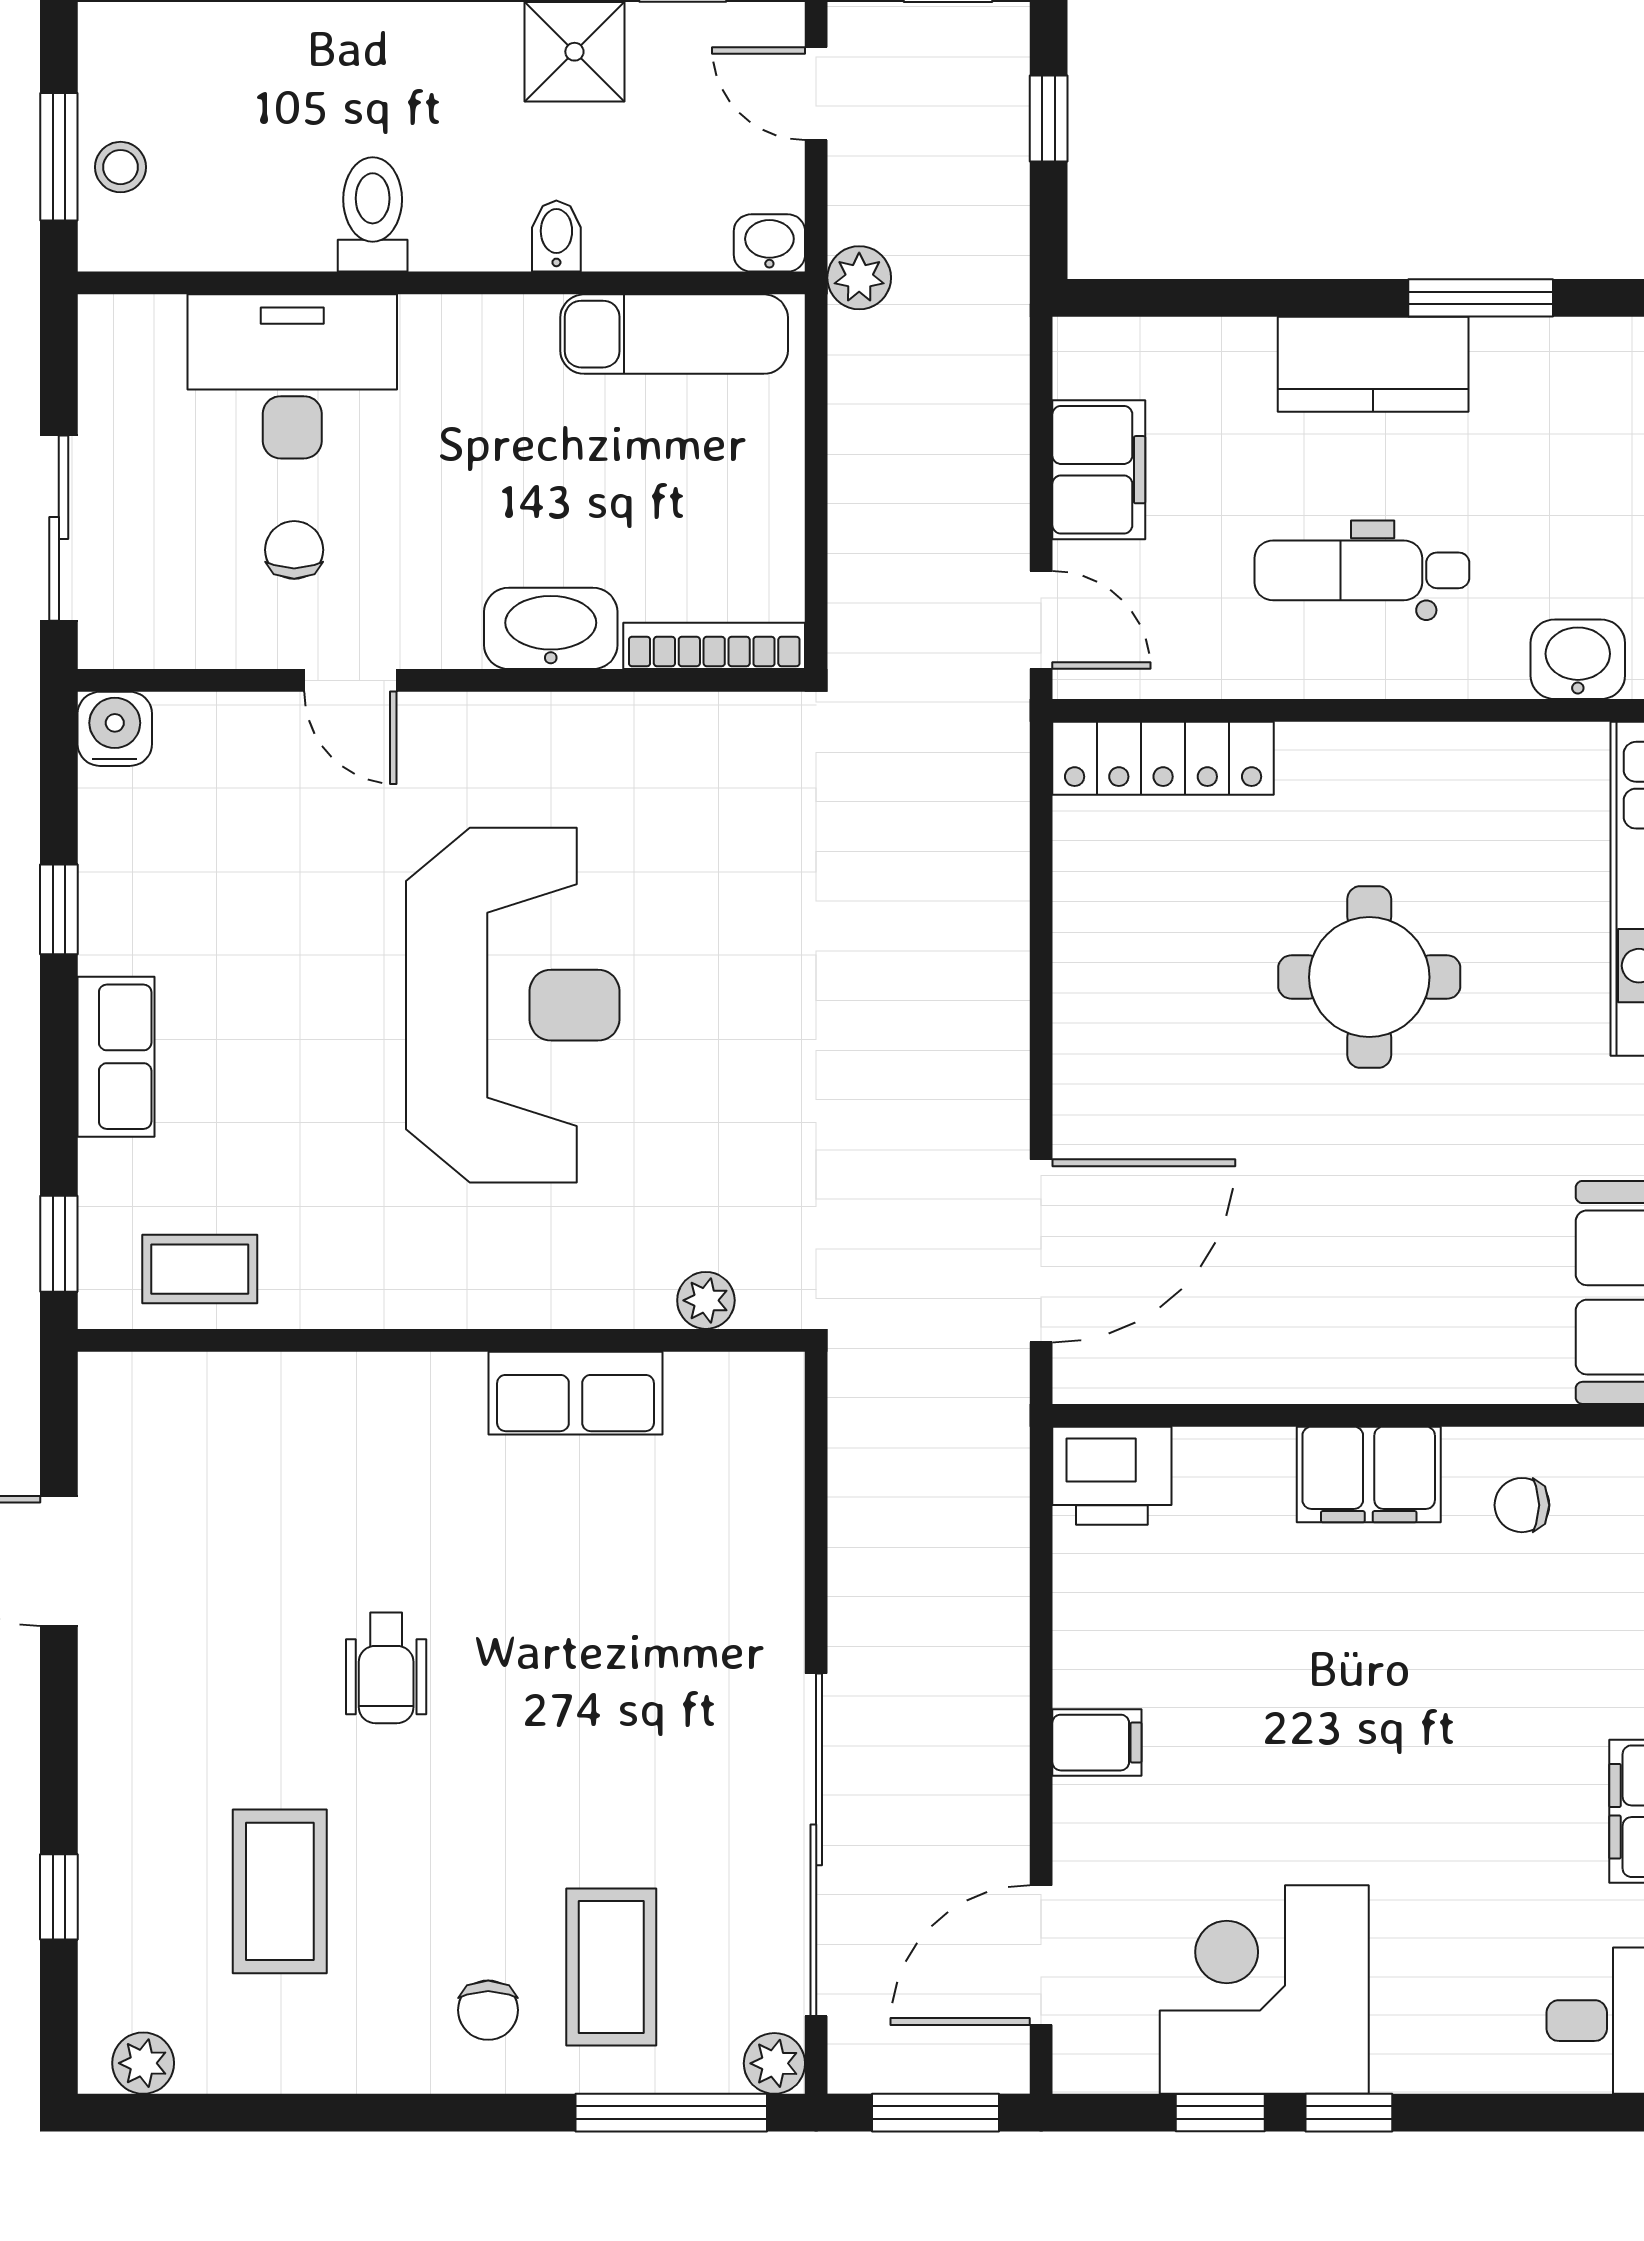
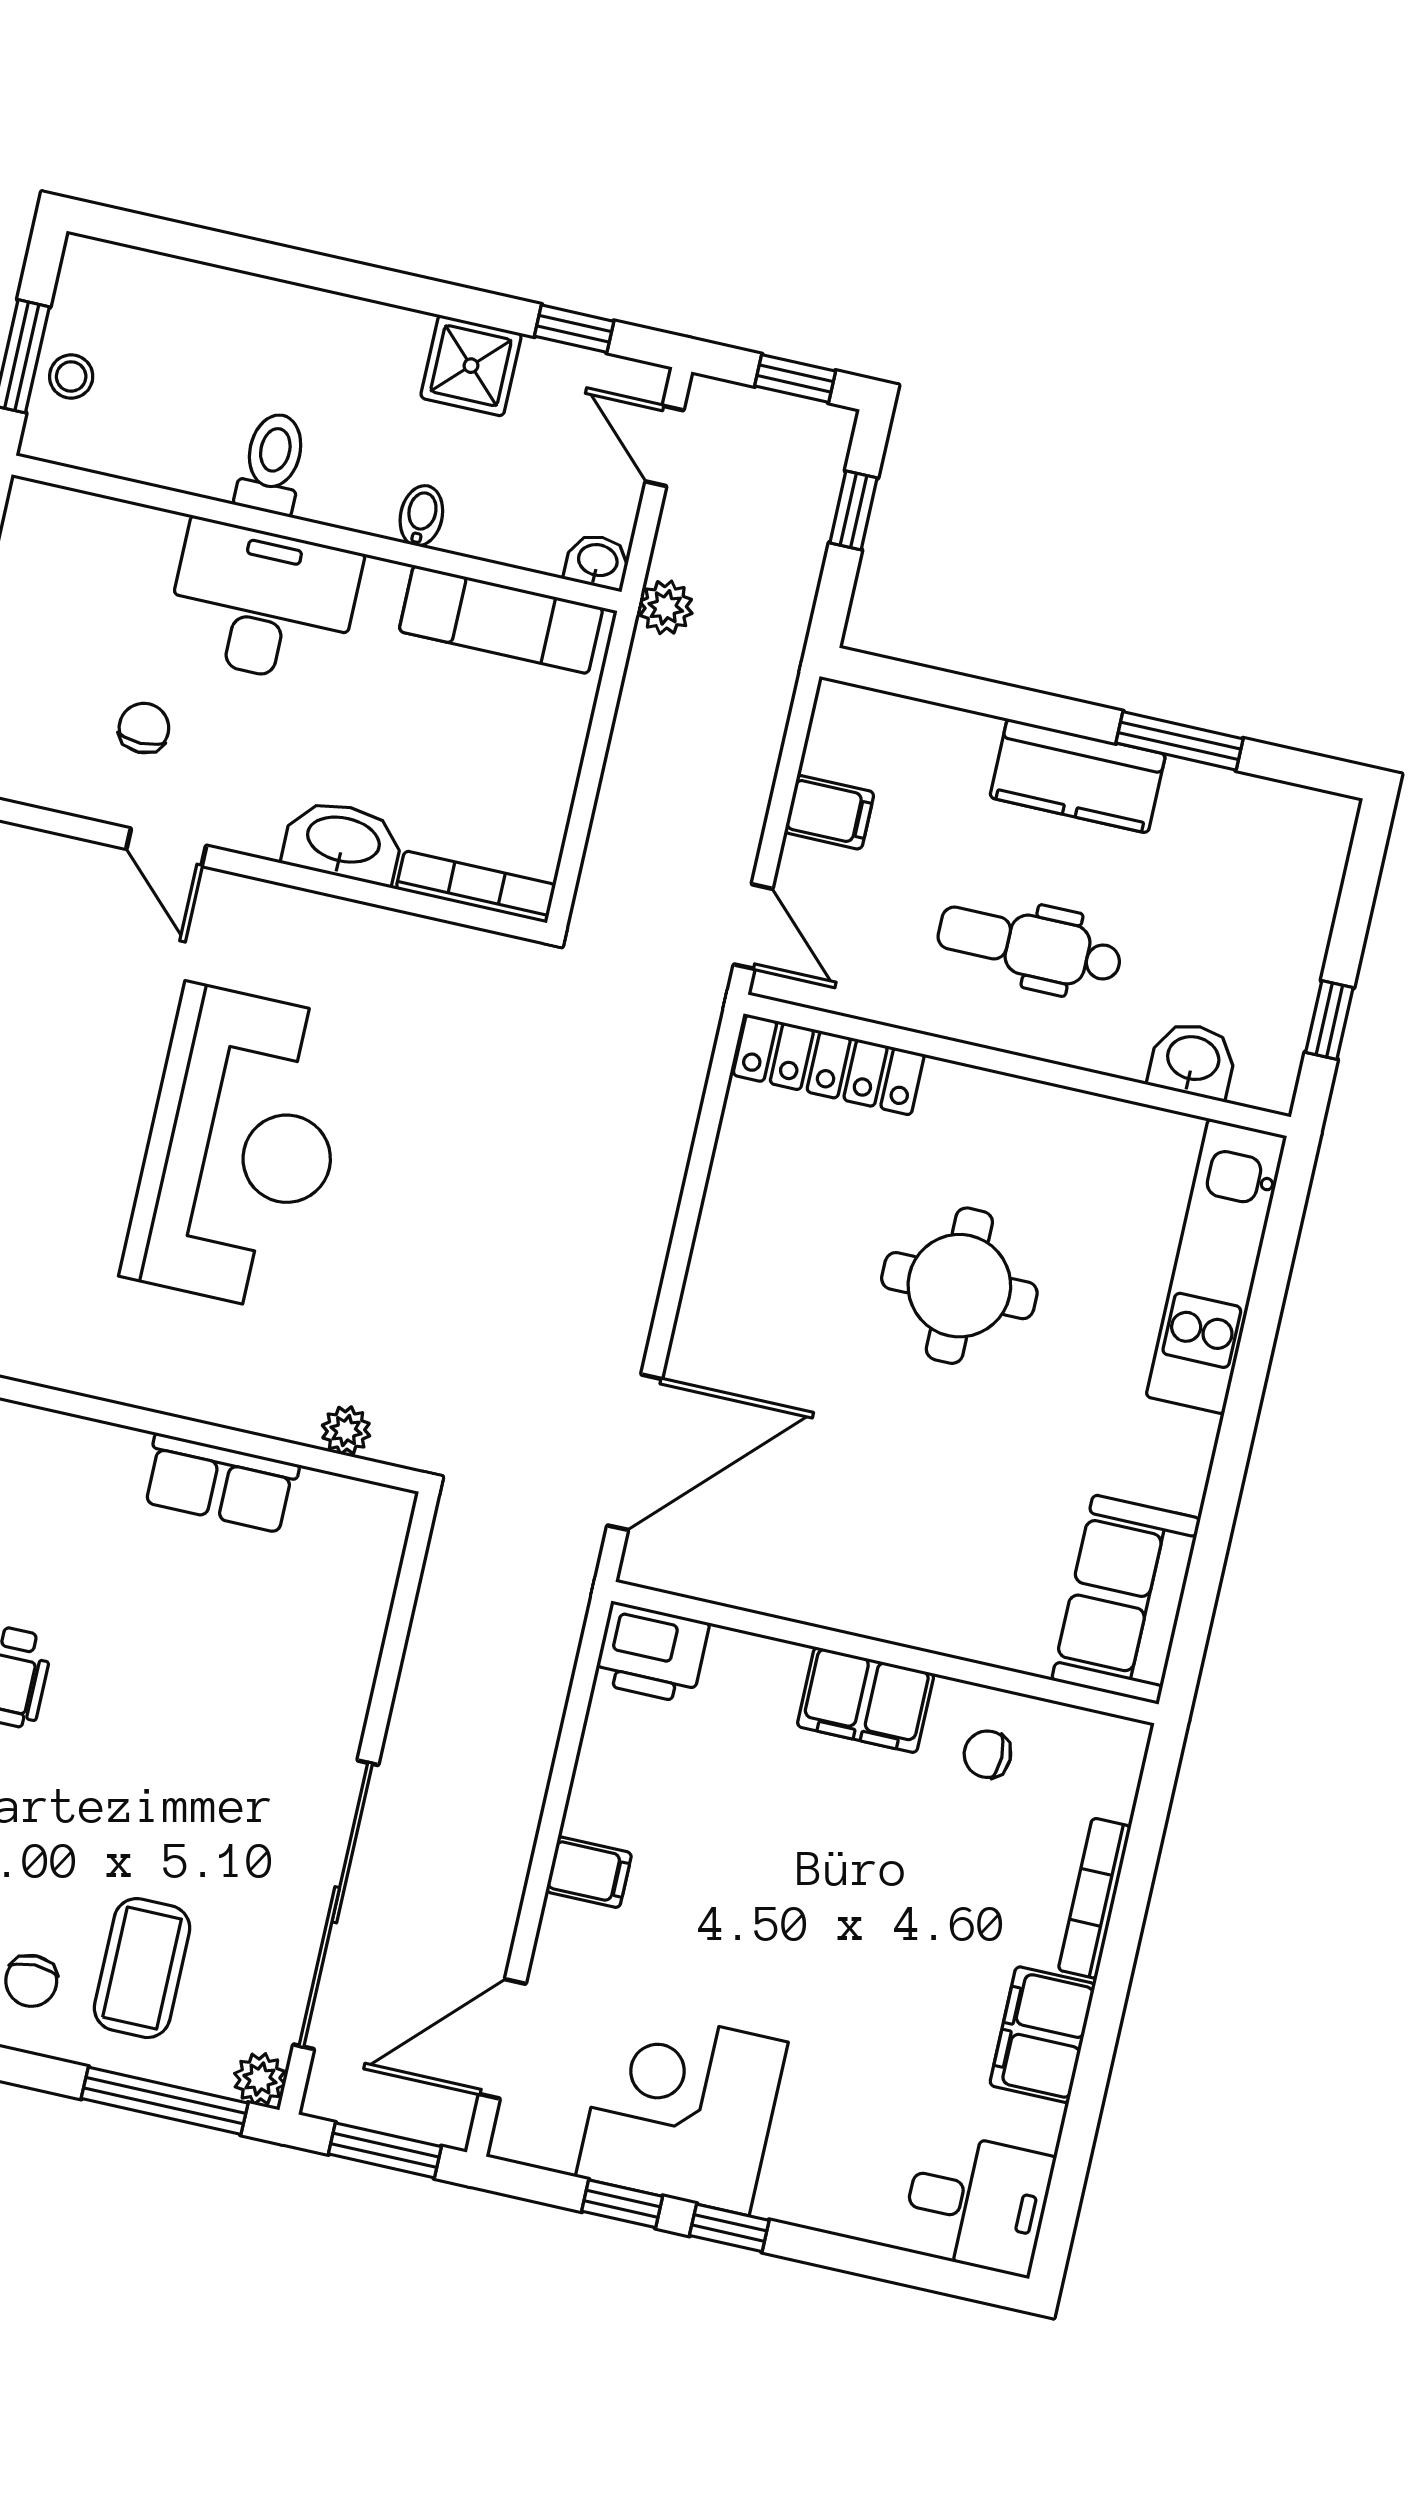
desk: (292, 376) -> (263, 603), moved
filing cabinet: (1099, 470) -> (829, 812), width x0.50

